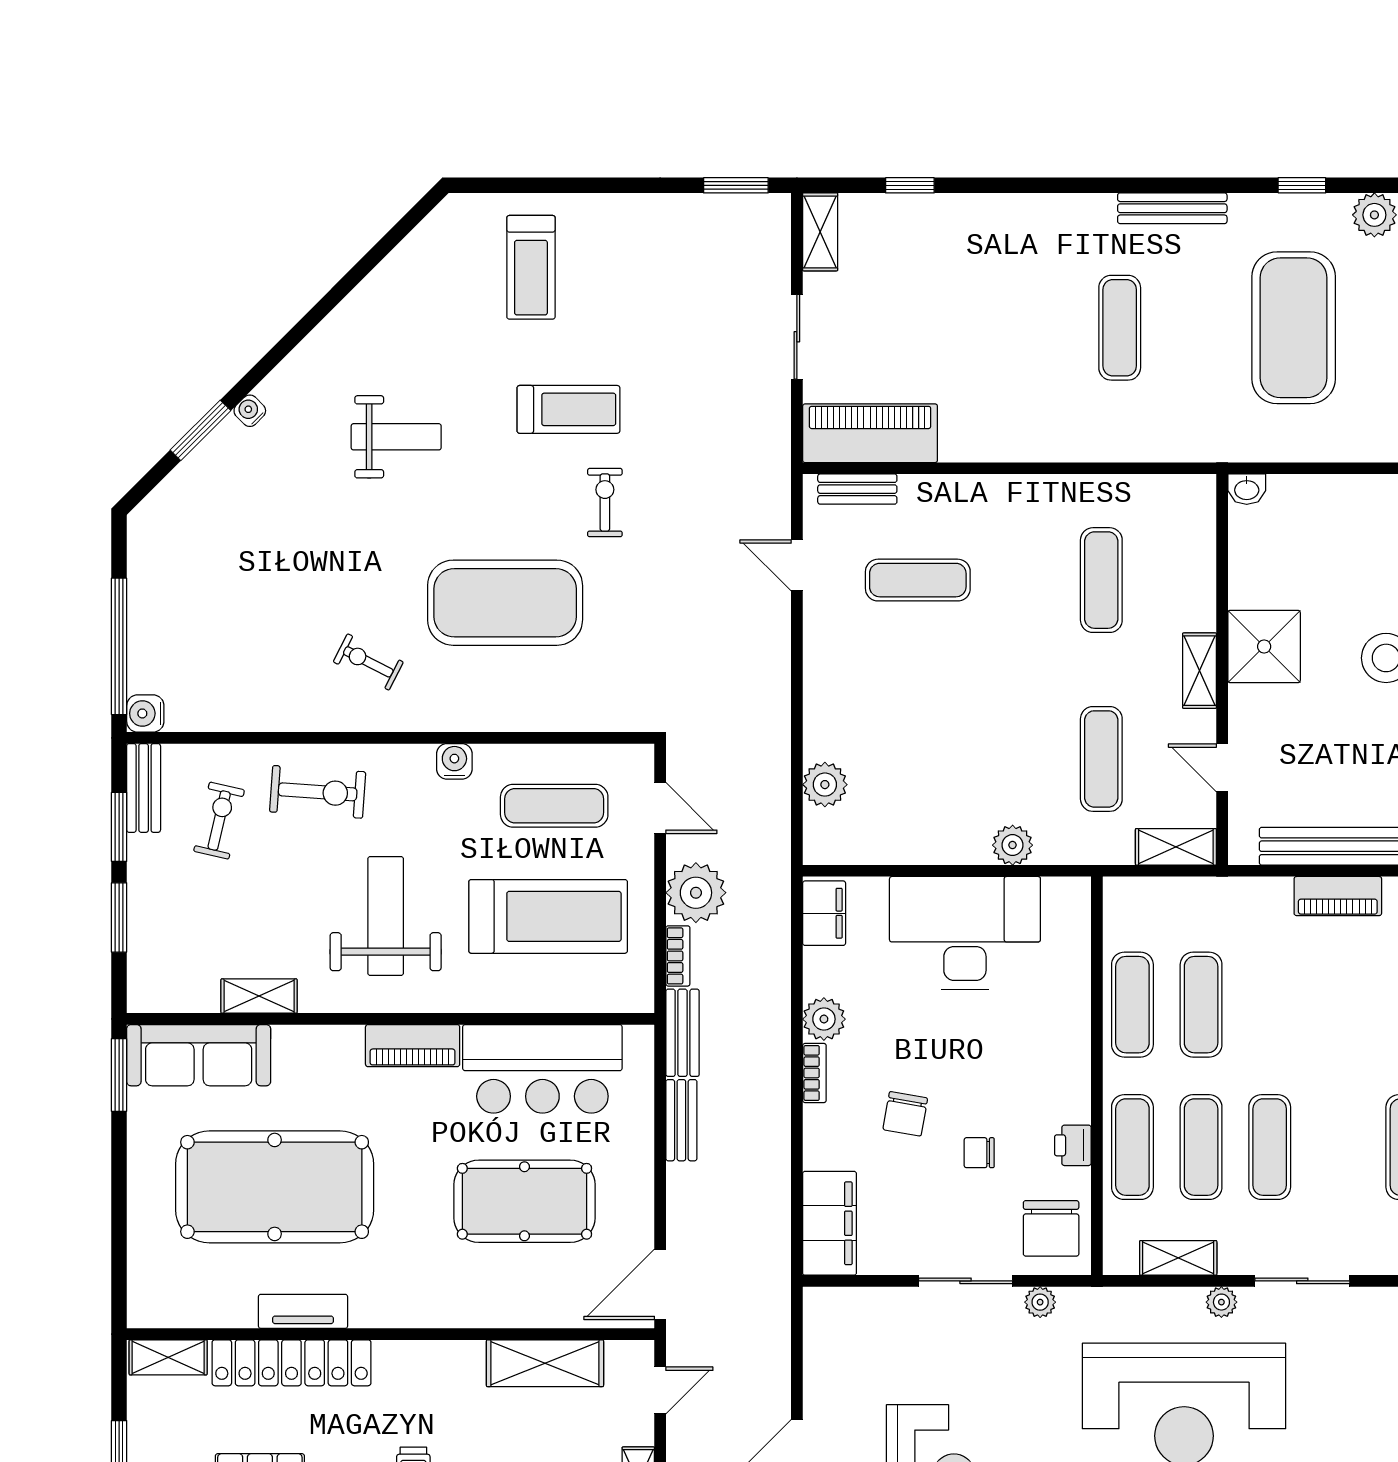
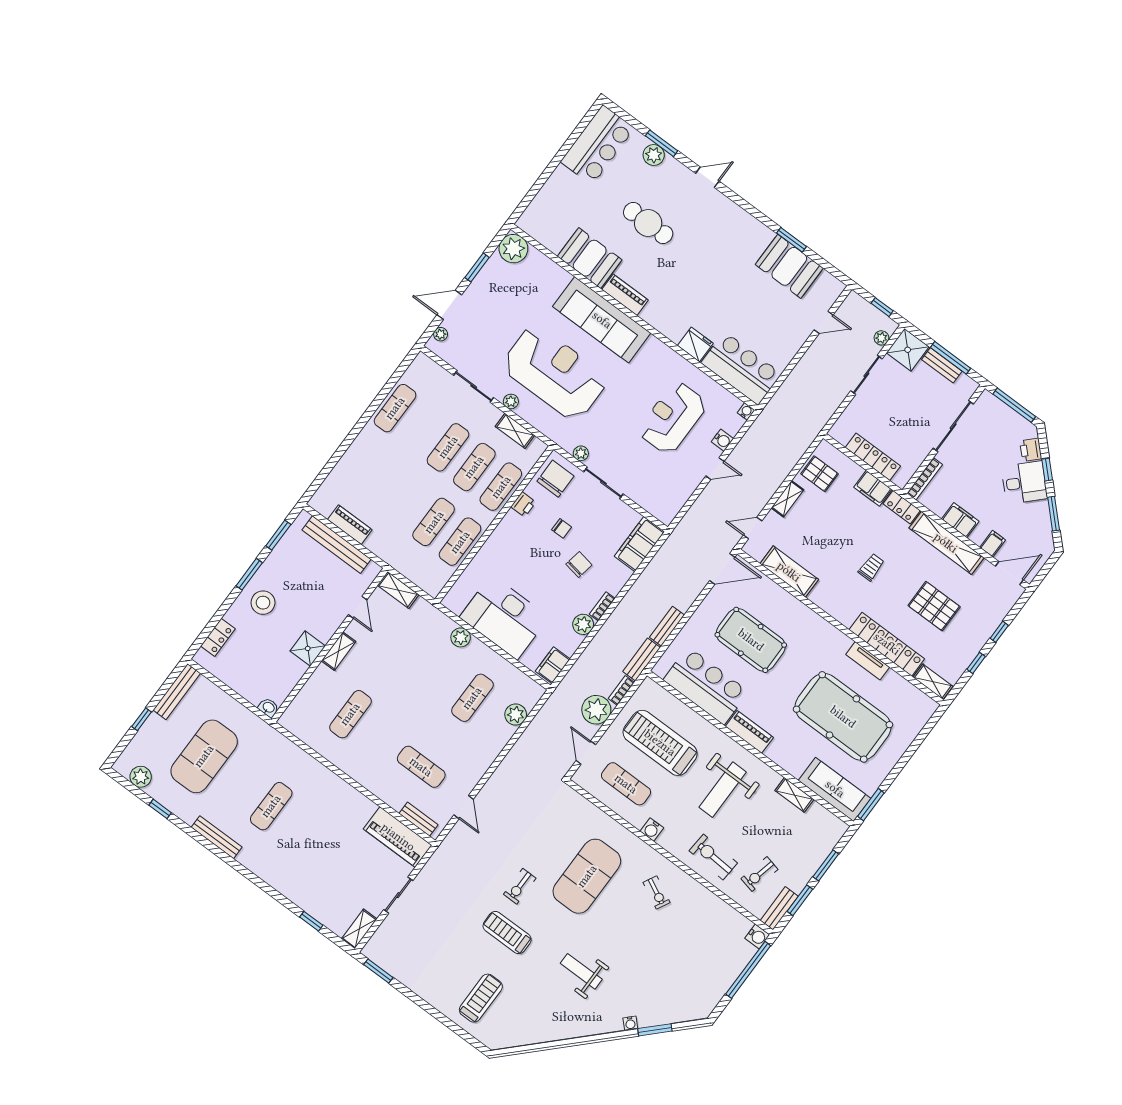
exercise mat: (505, 603) -> (587, 876), turned 90
shower: (1264, 646) -> (308, 648), width x0.73, depth x0.73
exercise mat: (1101, 759) -> (472, 698), moved

